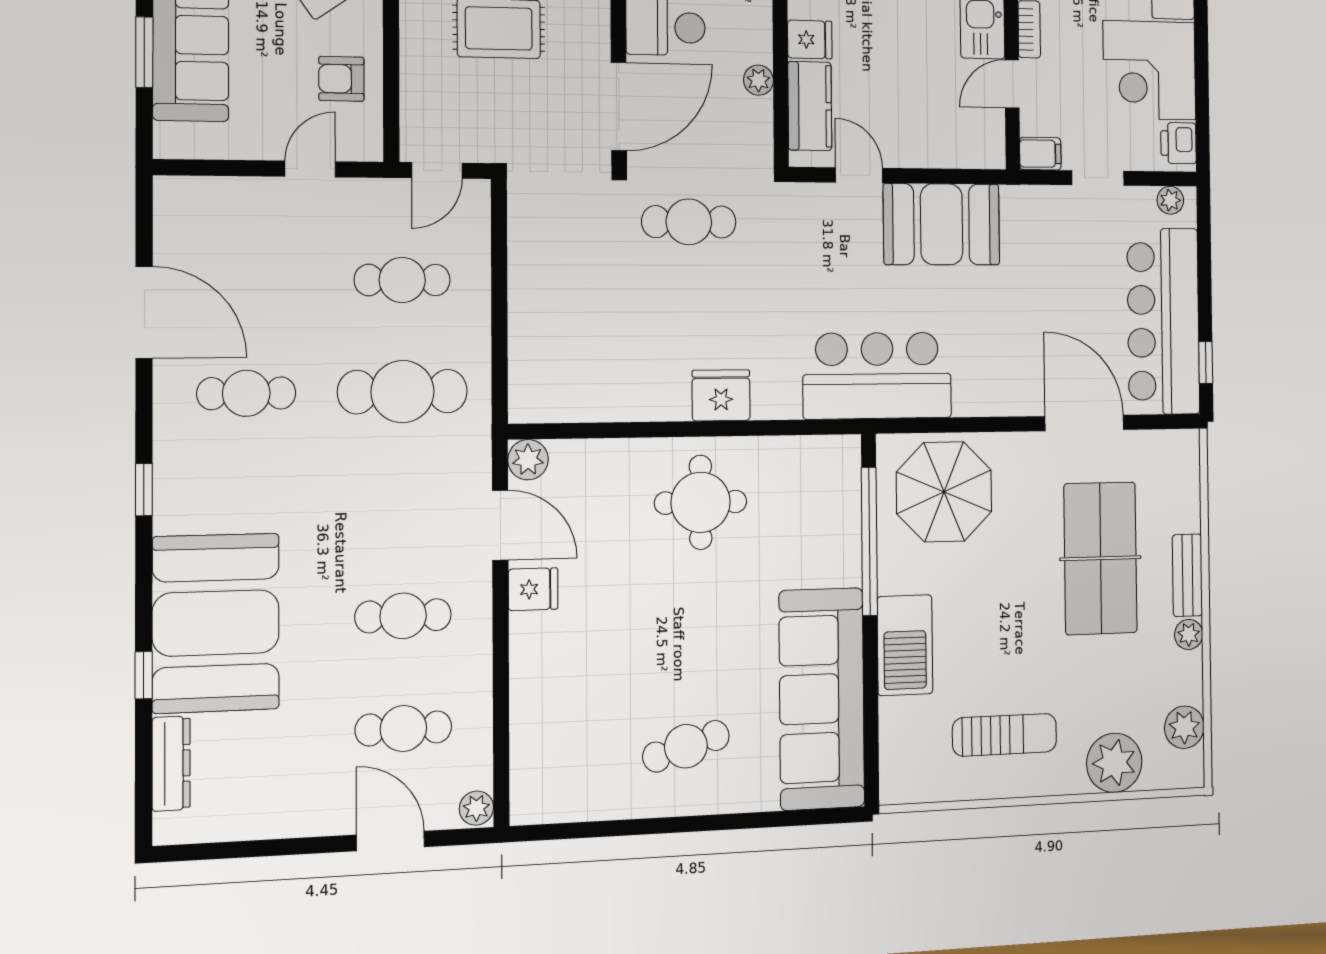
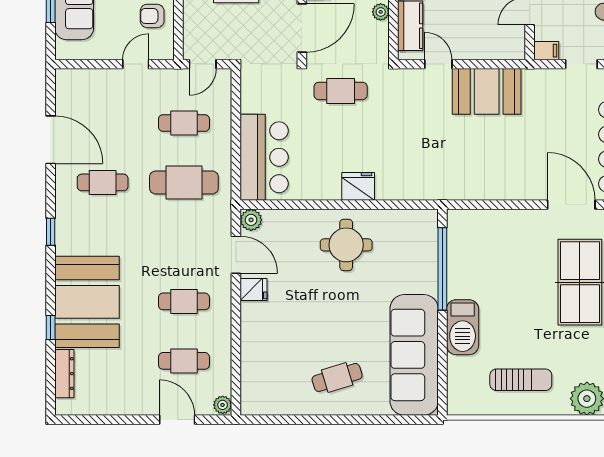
bar counter: (877, 376) -> (264, 157), moved, turned 90
parasol: (944, 492) -> (486, 242), removed

